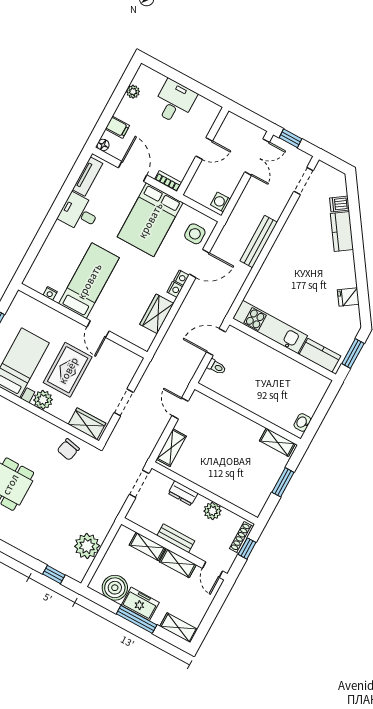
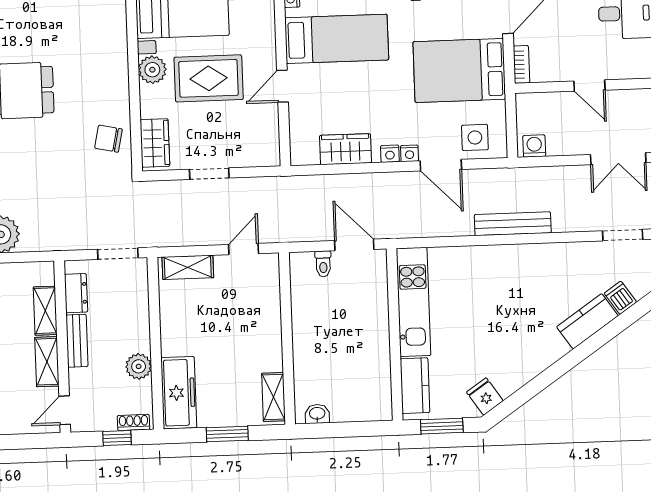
fridge: (348, 297) -> (485, 396), moved
dresser: (183, 493) -> (76, 293), moved, turned 180
freezer: (242, 496) -> (179, 393), added
shoe rack: (241, 537) -> (134, 422), width x0.70

